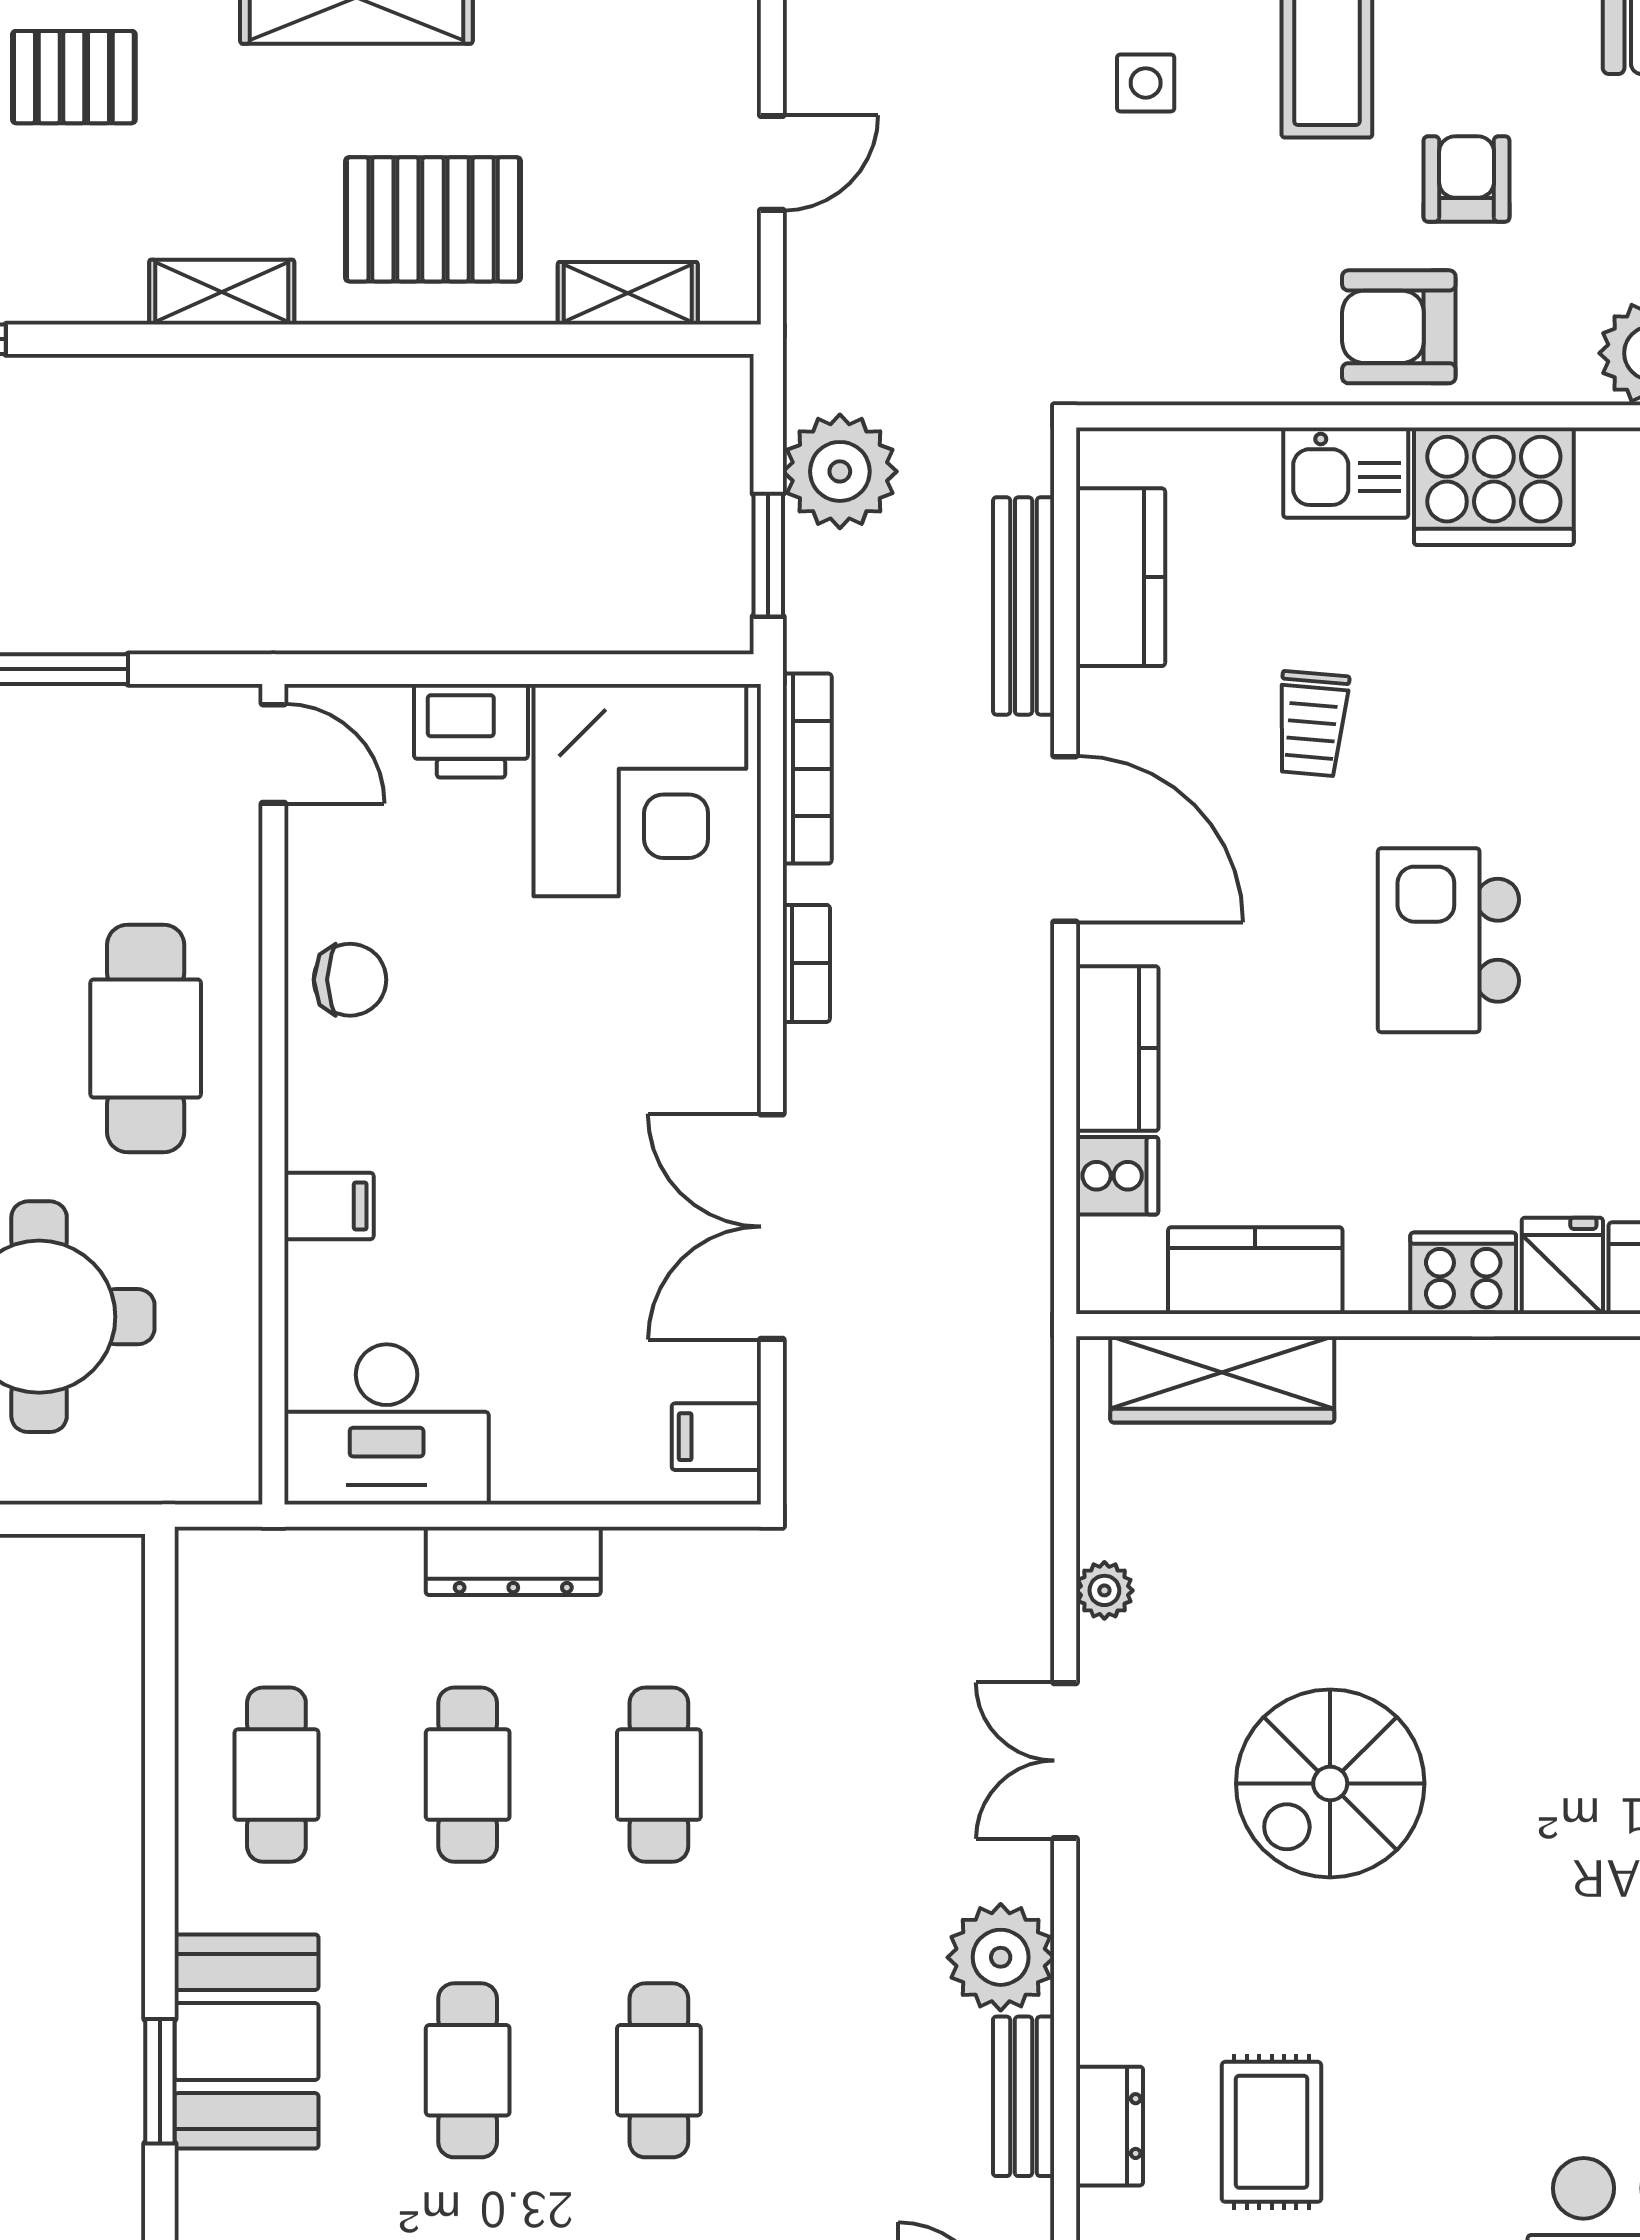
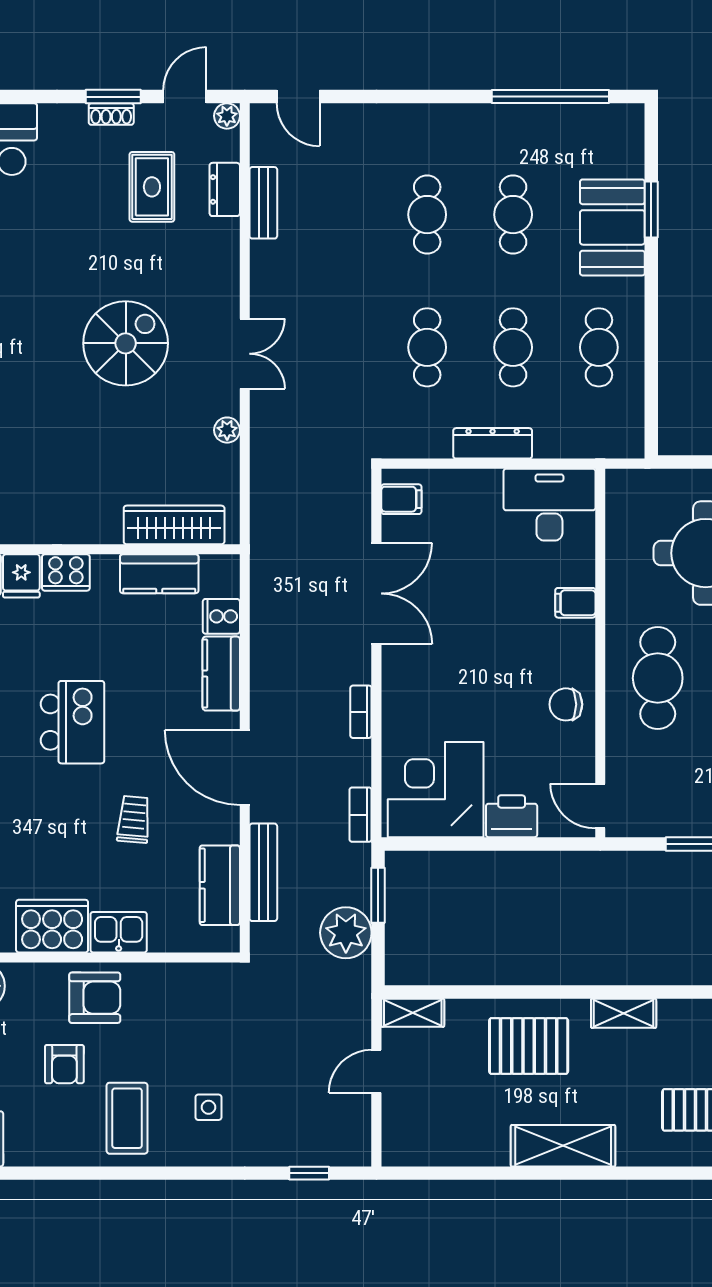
shelving: (628, 293) -> (413, 1013), moved
bookcase: (807, 769) -> (361, 815), width x0.64
plant: (1001, 1957) -> (274, 265), removed

